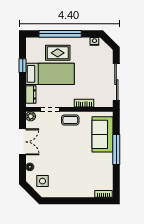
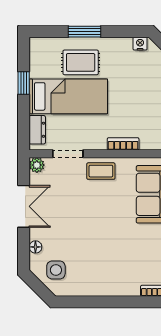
window: (60, 34) -> (84, 32), width x0.47

